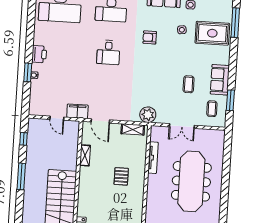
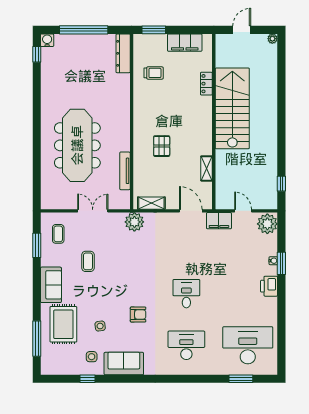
rug: (212, 33) -> (63, 324), turned 90
sofa: (220, 80) -> (51, 285), moved
plant: (37, 106) -> (267, 224), added
window: (21, 176) -> (281, 139), removed

